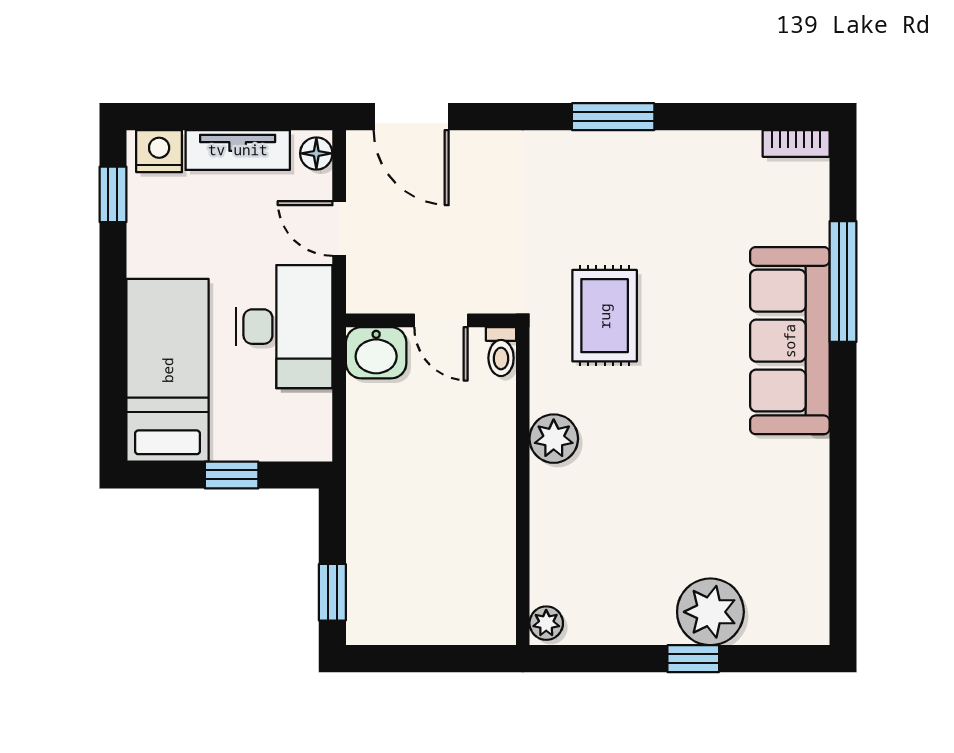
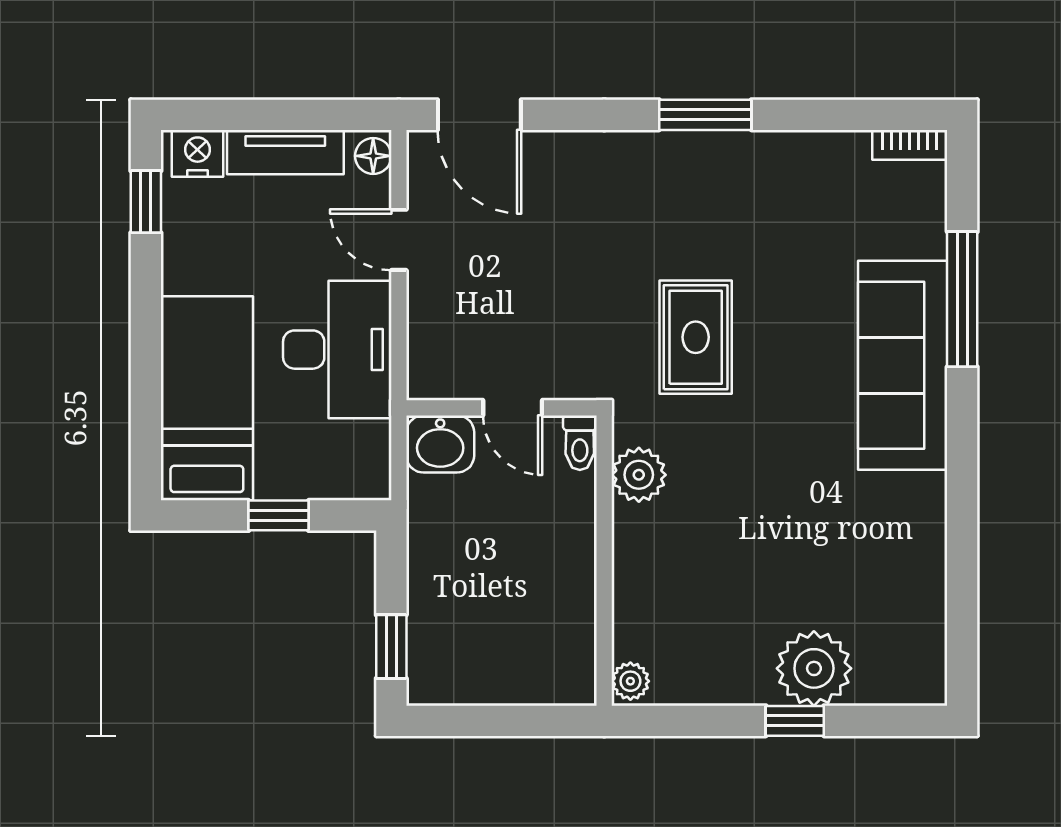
wall: (431, 320) -> (501, 408), moved
door: (441, 320) -> (513, 408), moved
toilet: (501, 352) -> (580, 443), moved
washbasin: (376, 353) -> (440, 444), moved

